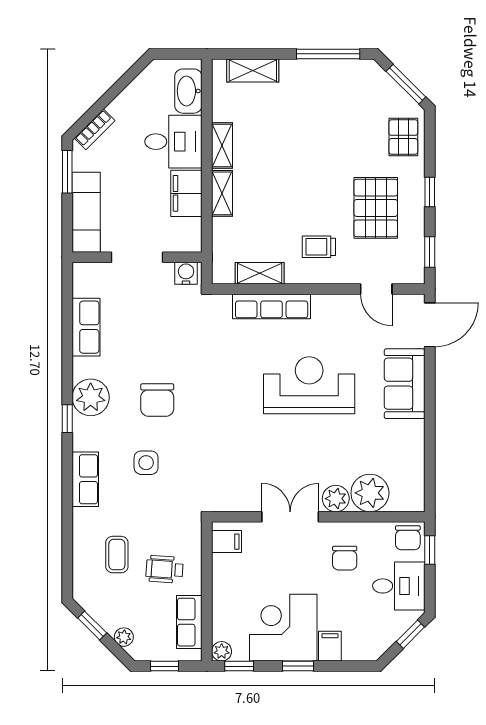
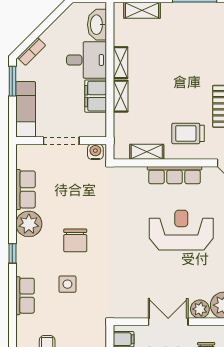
trolley: (319, 247) -> (188, 133), width x1.36, depth x1.39
row of seats: (272, 306) -> (175, 175), moved
plant: (91, 397) -> (29, 224), moved

